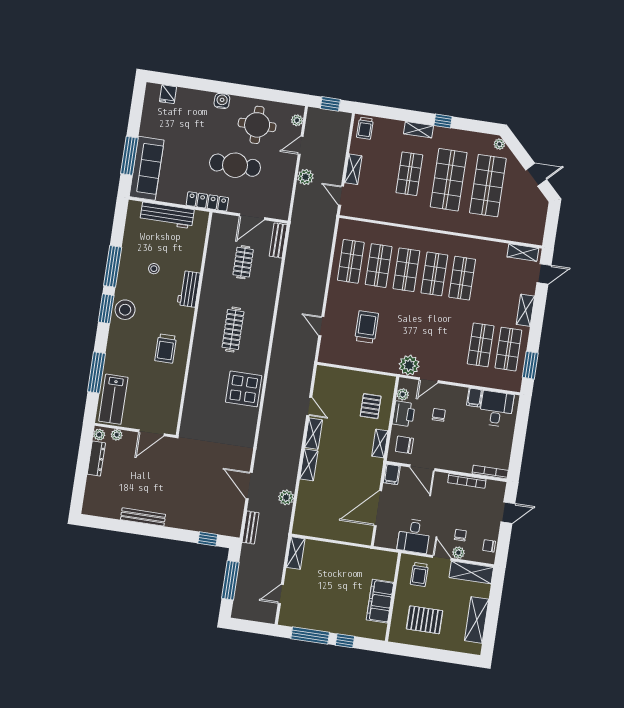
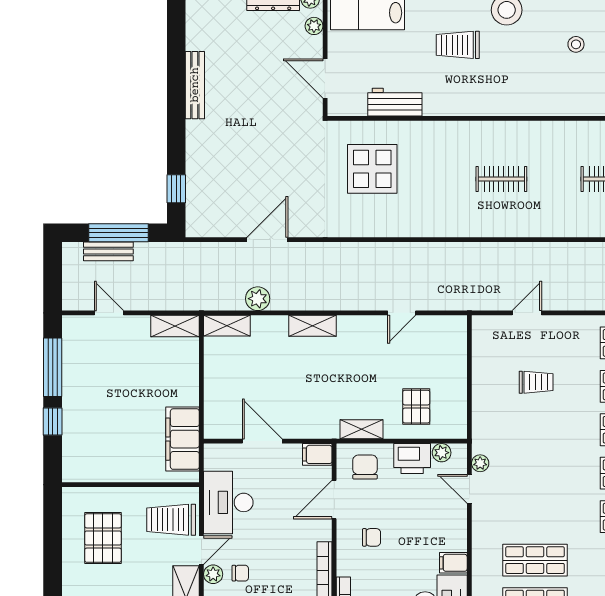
workbench: (189, 289) -> (395, 102), moved
trolley: (367, 327) -> (536, 382), width x0.73, depth x0.72
clothes rail: (233, 330) -> (501, 179), width x0.73
trolley: (166, 349) -> (458, 45), moved
plant: (409, 365) -> (480, 463), width x0.53, depth x0.53
display table: (244, 389) -> (372, 169), moved
pallet: (371, 406) -> (416, 407), turned 90
chair: (439, 415) -> (372, 537), moved
shelving: (313, 434) -> (227, 326), moved
door: (378, 508) -> (262, 441), width x0.73
bench: (251, 527) -> (108, 251), moved
desk: (414, 536) -> (228, 502), width x1.37
trolley: (419, 574) -> (171, 520), width x1.36, depth x1.39
filing cabinet: (380, 601) -> (182, 439), moved, turned -90

